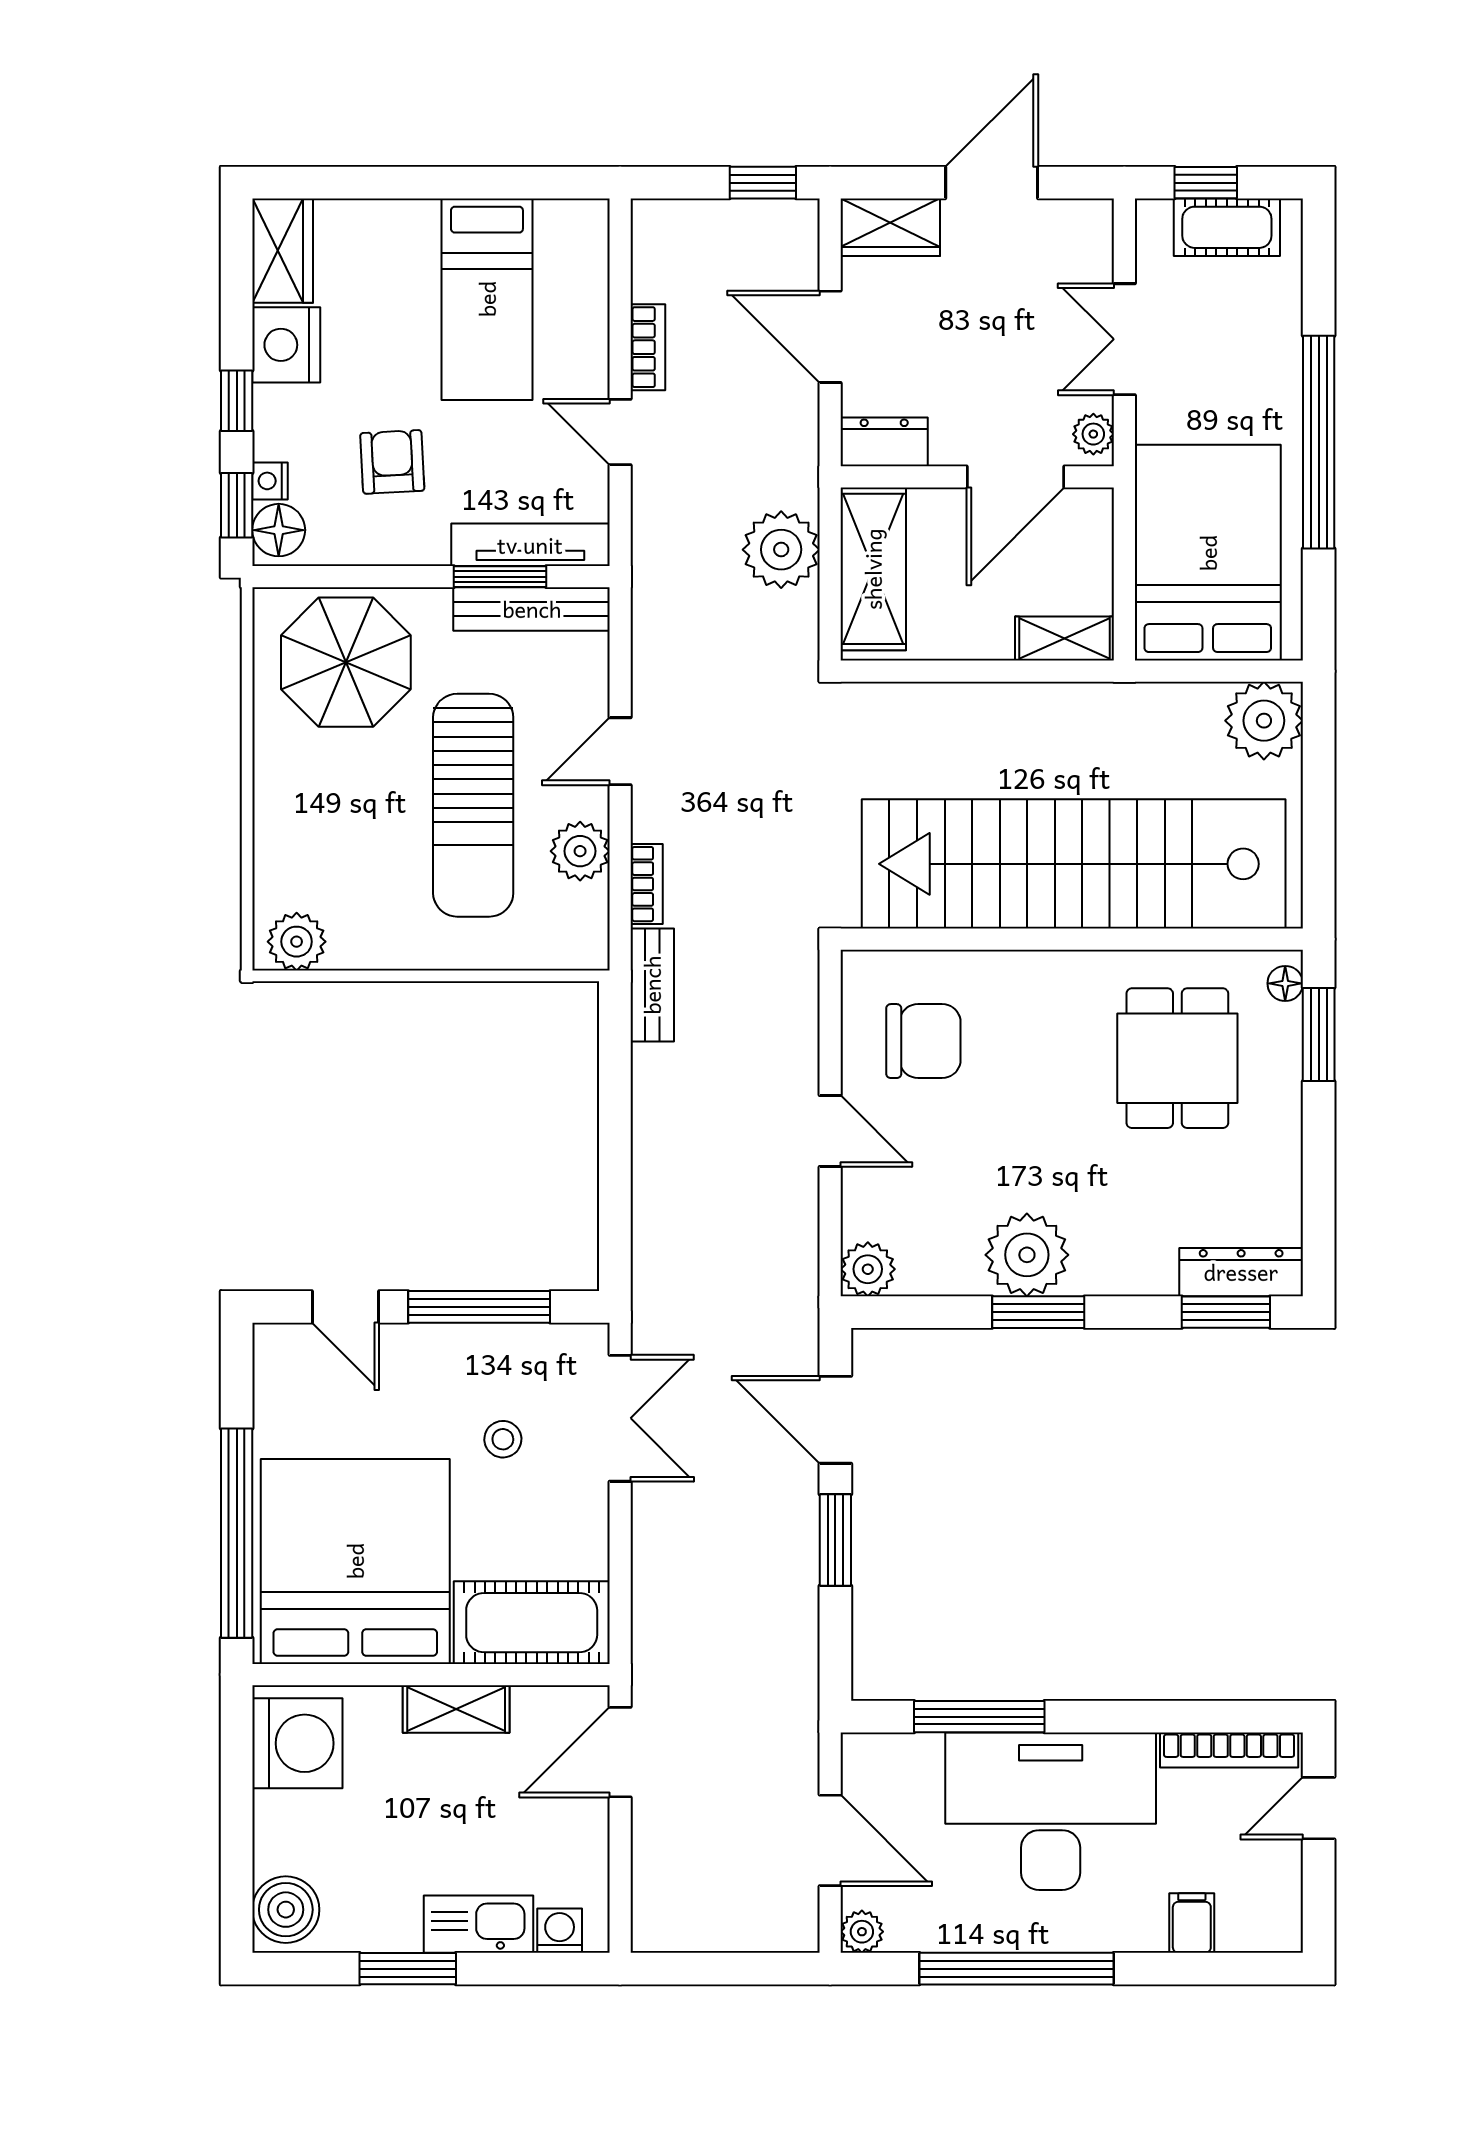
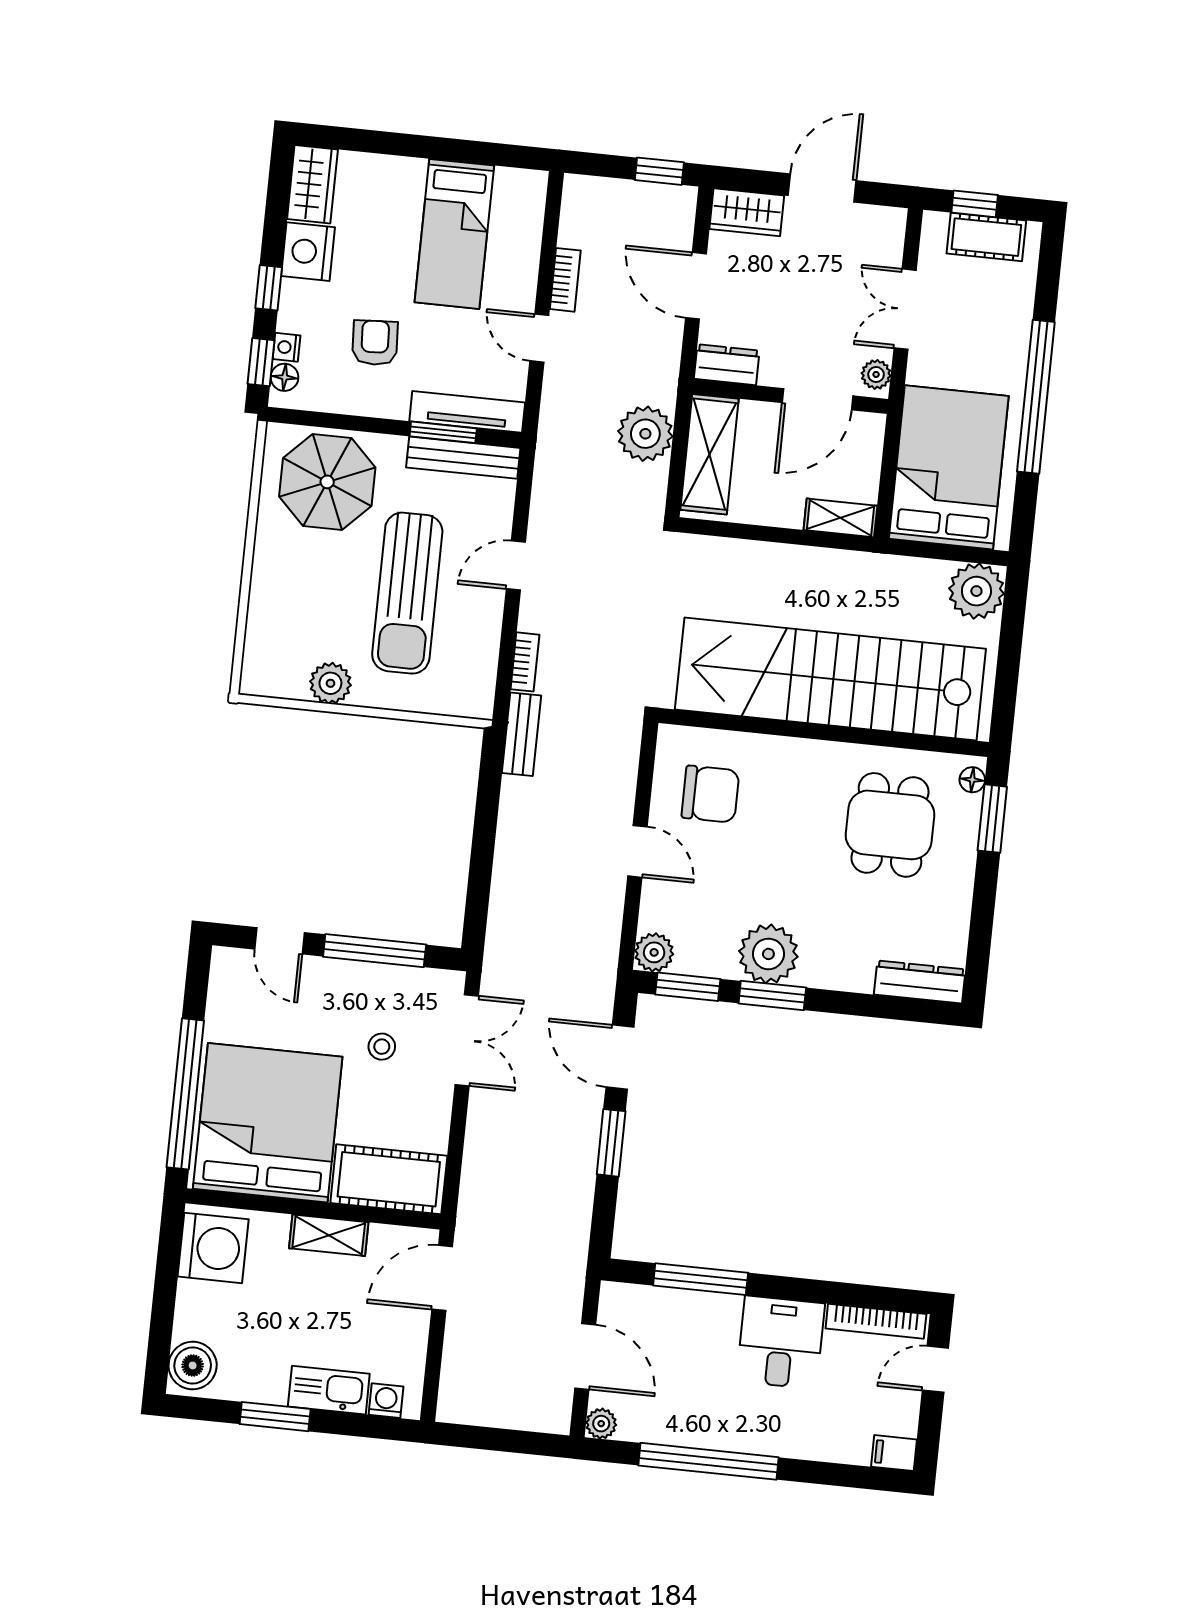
floor lamp: (279, 530) -> (285, 377), width x0.73, depth x0.73
plant: (580, 851) -> (480, 634), removed
plant: (297, 942) -> (330, 683), moved
window: (1226, 1312) -> (688, 987), moved
desk: (1051, 1811) -> (781, 1342), width x0.53, depth x0.77
filing cabinet: (1192, 1923) -> (894, 1453), moved, turned -90

